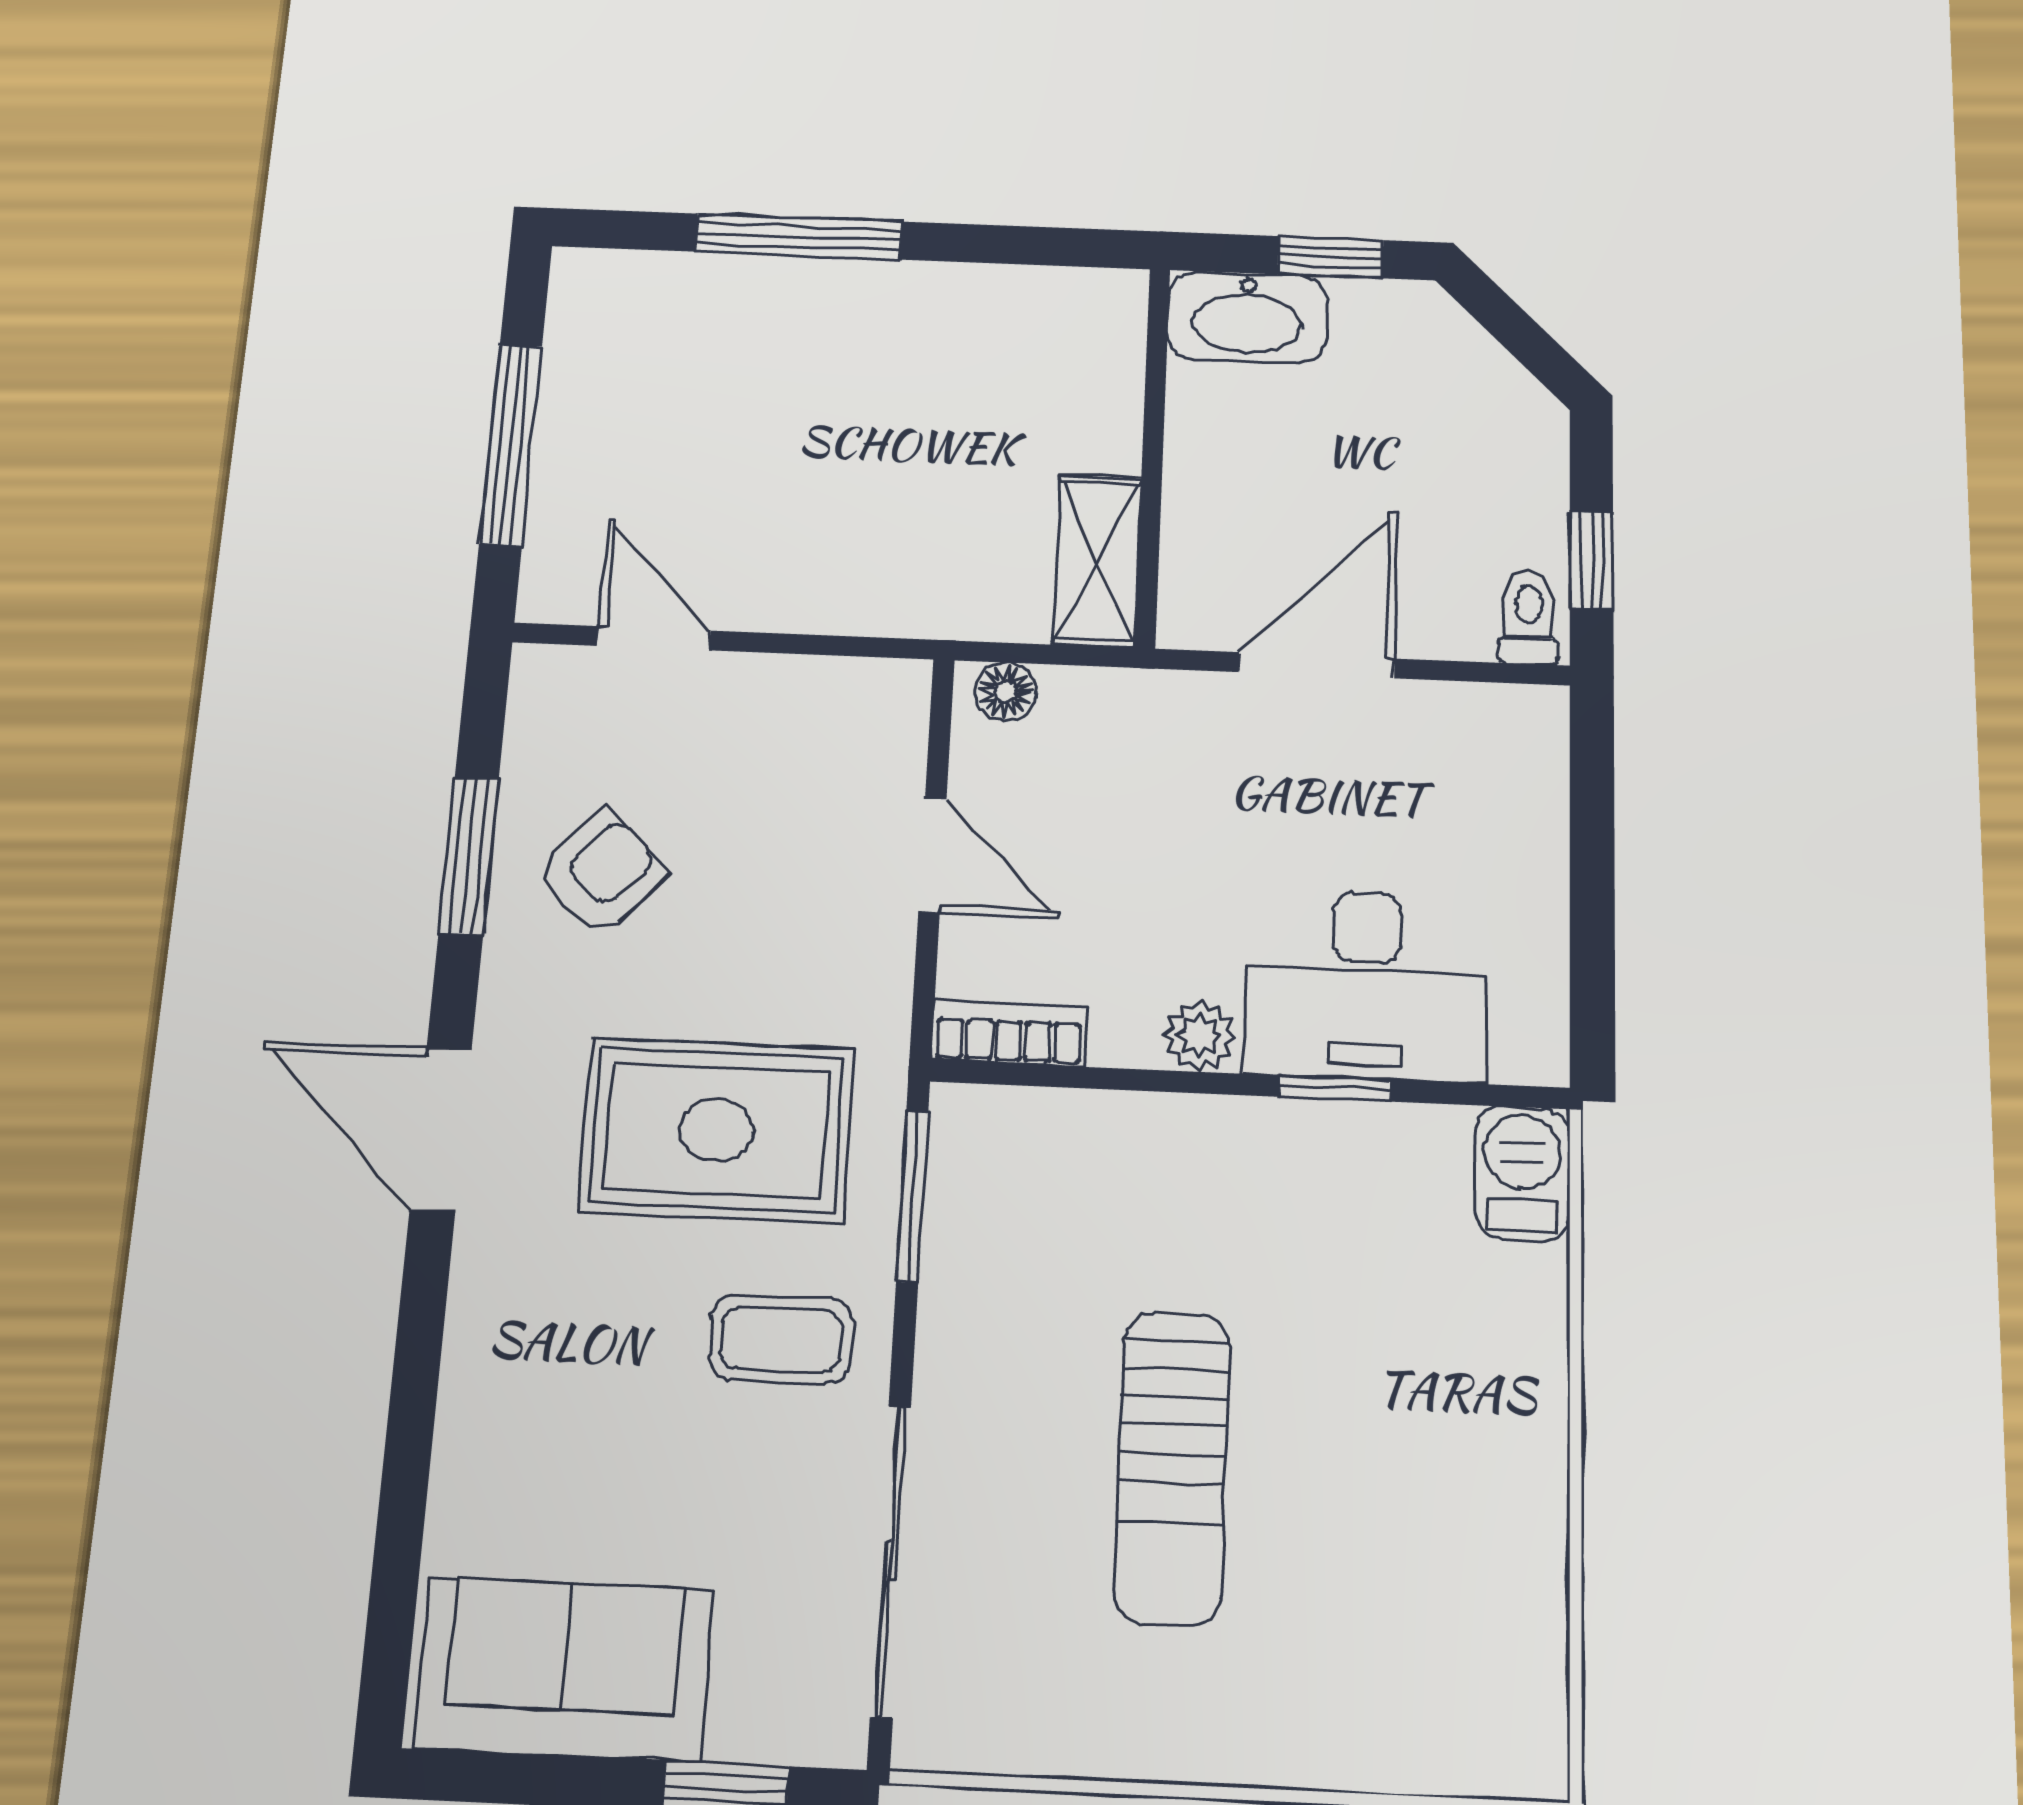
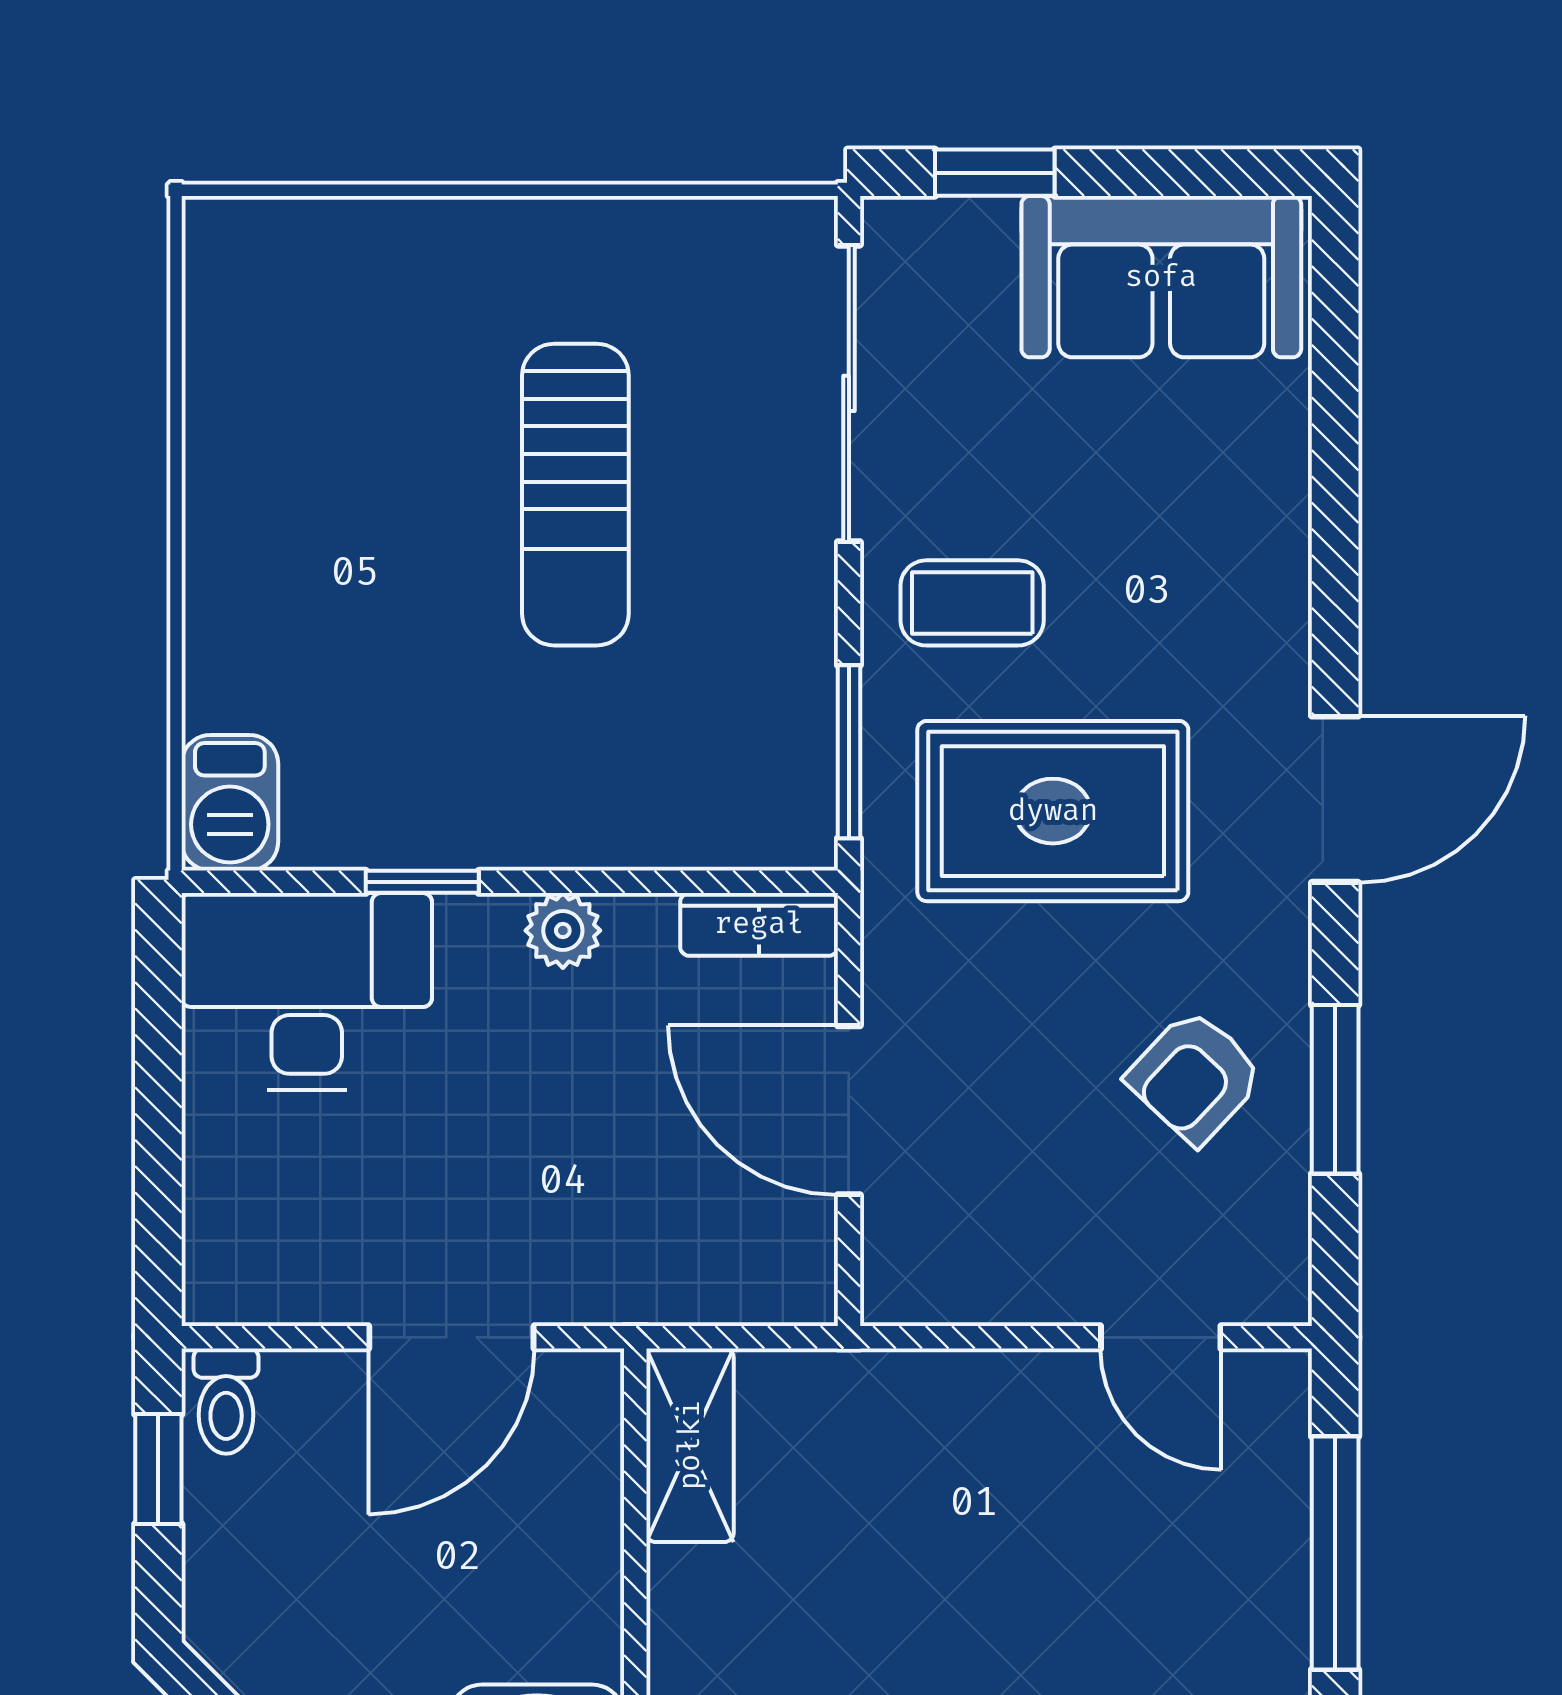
floor lamp: (1006, 691) -> (781, 1294), removed
door: (932, 856) -> (849, 1110), width x1.38
desk: (1366, 985) -> (307, 991), moved
door: (441, 1130) -> (1335, 799), hinge flipped
sun lounger: (1172, 1468) -> (575, 495), turned 180

